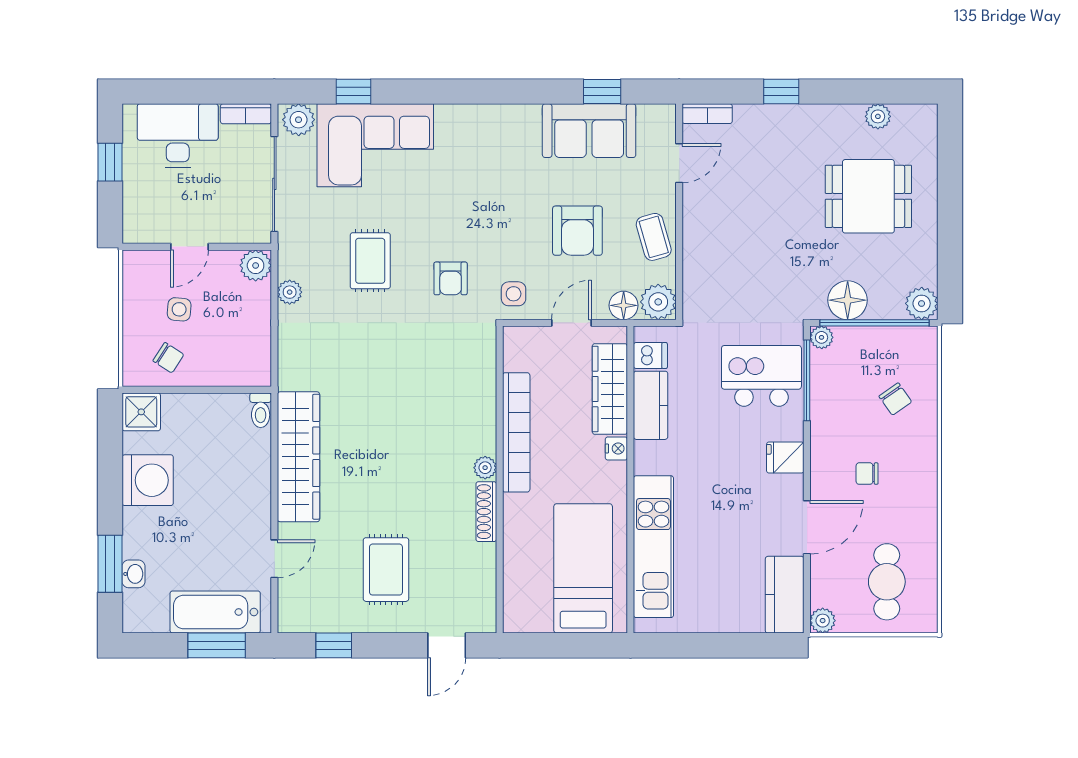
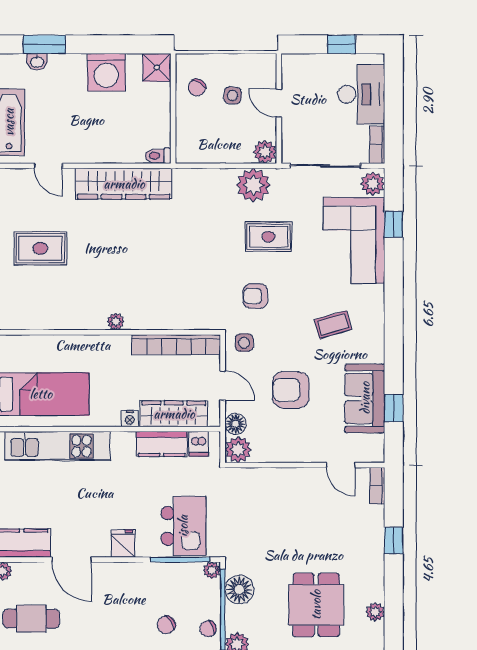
coffee table: (654, 237) -> (333, 325), moved
plant: (290, 292) -> (253, 185), width x1.87, depth x1.87
bookcase: (516, 432) -> (176, 345), moved
chair: (867, 474) -> (208, 629), moved, turned -110
shoe rack: (486, 512) -> (83, 322), removed

